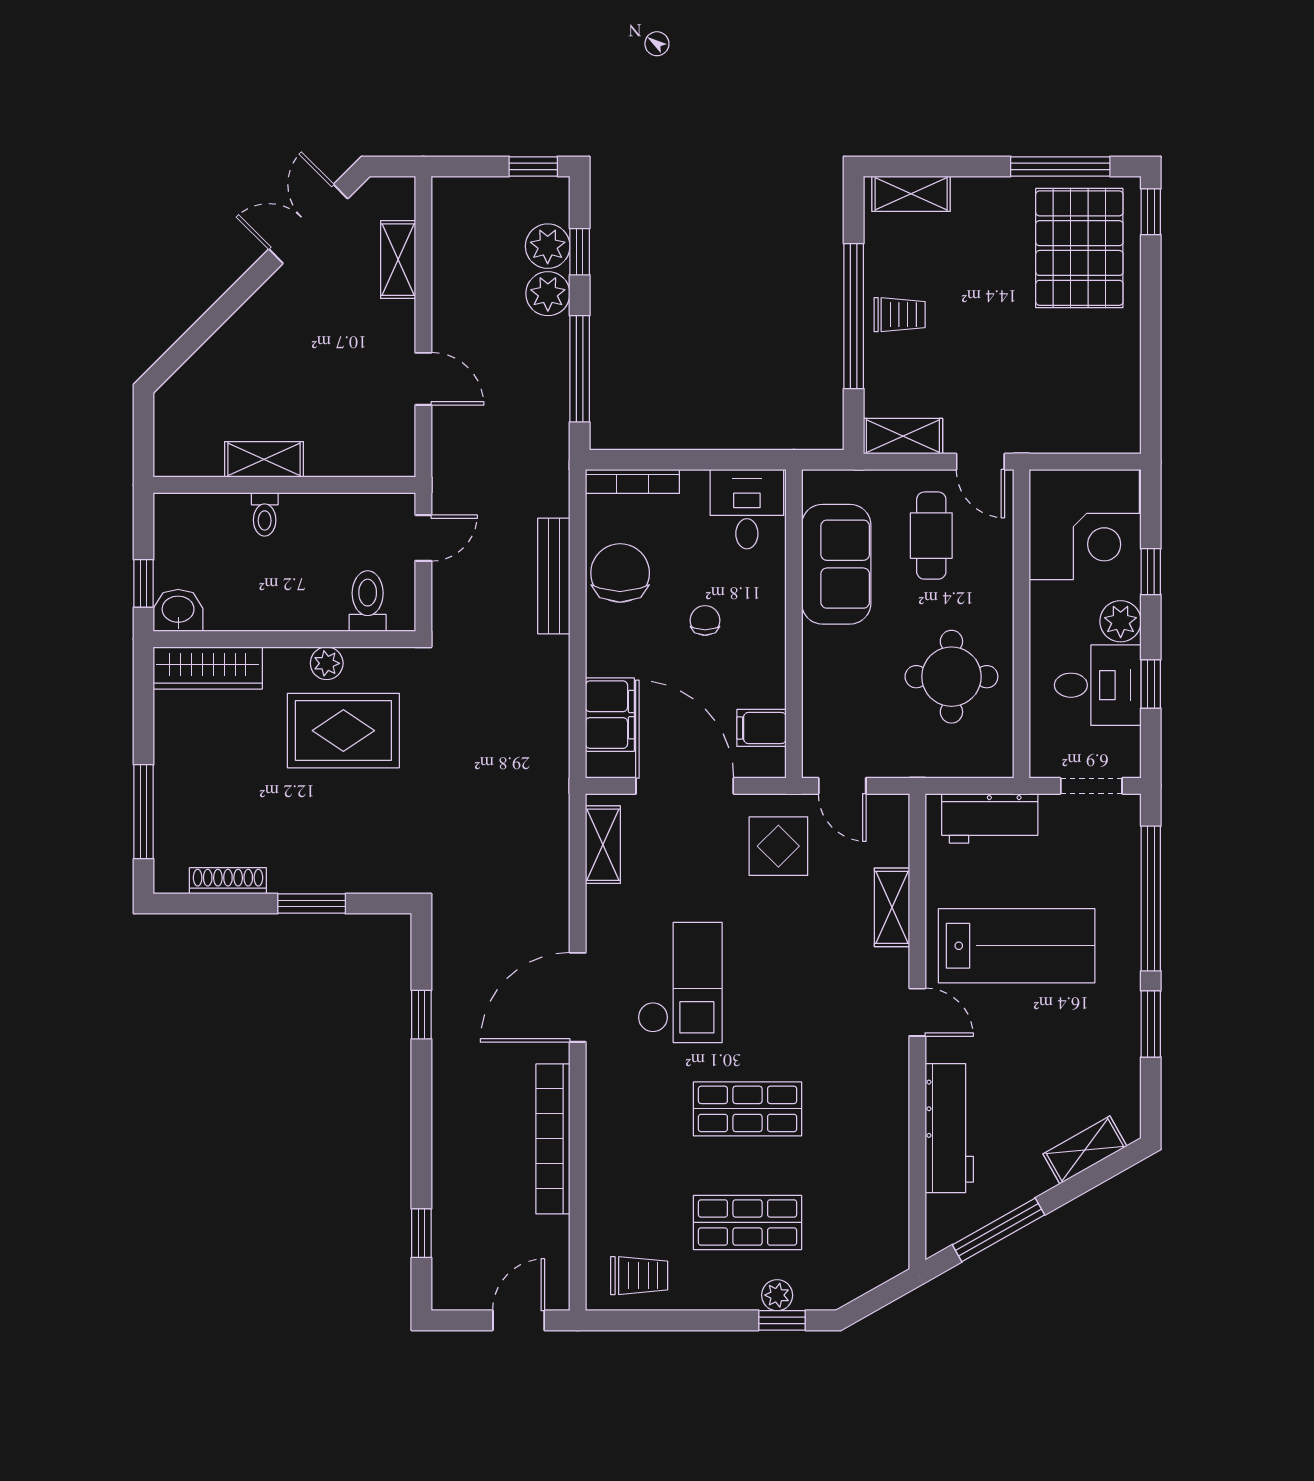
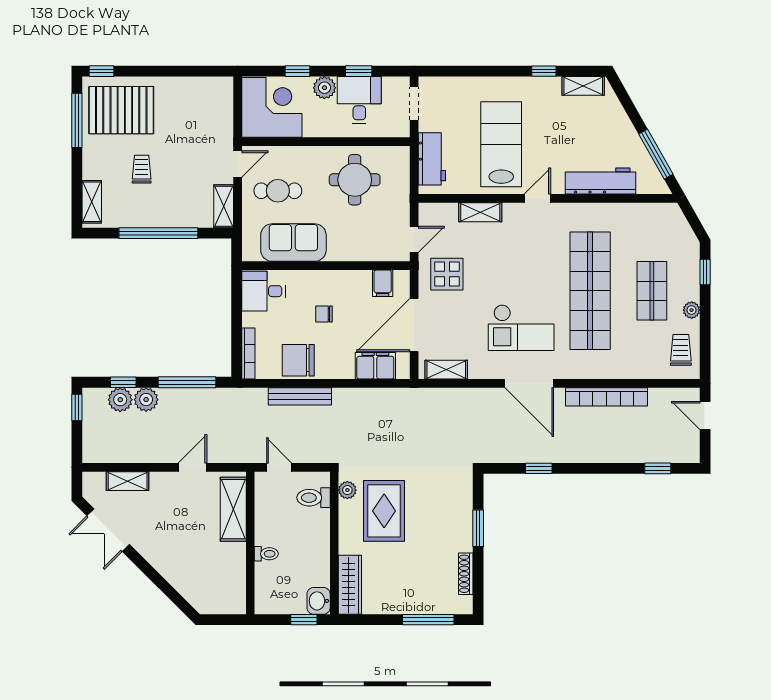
trolley: (900, 315) -> (142, 169), moved
shelving: (264, 459) -> (233, 509), moved, width x1.50, depth x1.33
plant: (327, 663) -> (347, 490), moved
window: (1151, 899) -> (475, 71), removed
checkout: (680, 982) -> (521, 328), turned 180
window: (1151, 1024) -> (544, 71), width x0.67
shop shelf: (748, 1109) -> (590, 291), width x2.00, depth x1.36
shelving: (1085, 1150) -> (583, 86), moved, turned -61
plant: (777, 1295) -> (692, 310), moved

